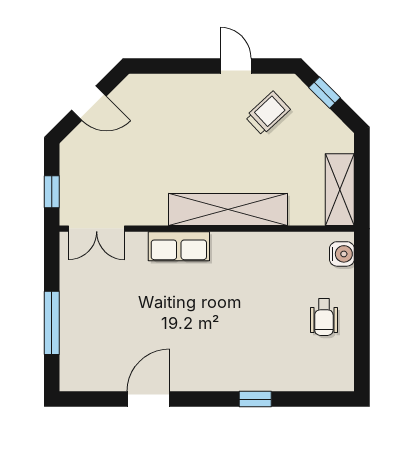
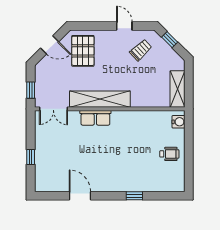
pallet: (154, 115) -> (83, 51), added
shelving: (228, 209) -> (100, 99), moved
wheelchair: (324, 317) -> (169, 154), turned -90
window: (52, 323) -> (31, 157), width x0.46
door: (148, 399) -> (80, 196), hinge flipped

